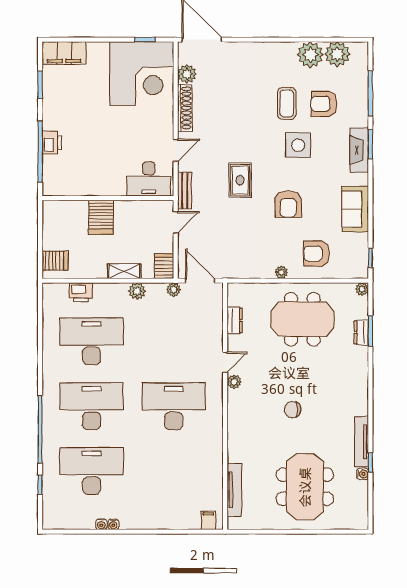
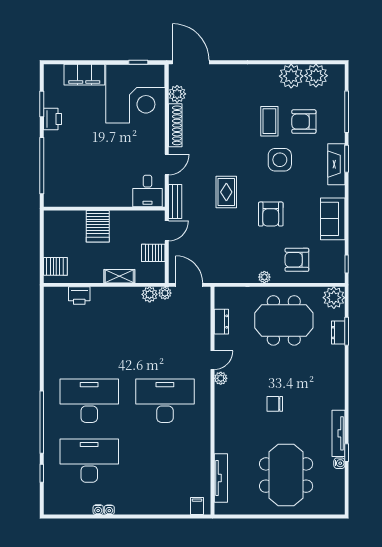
filing cabinet: (64, 53) -> (84, 75), moved
printer: (52, 143) -> (52, 119), moved
desk: (149, 179) -> (147, 191), width x0.73
server rack: (164, 266) -> (153, 253), moved, turned -90
plant: (362, 289) -> (334, 298), width x1.88, depth x1.88
plant: (137, 291) -> (150, 294), moved
desk: (92, 341) -> (89, 341), removed

